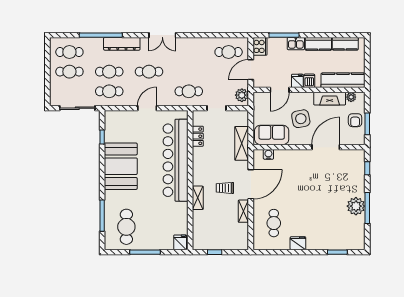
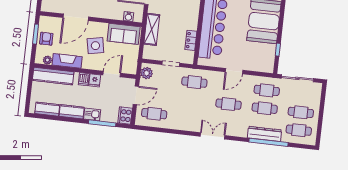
dresser: (122, 44) -> (265, 134), moved

